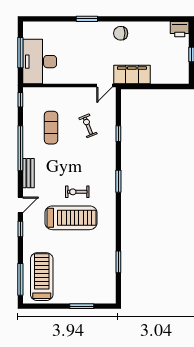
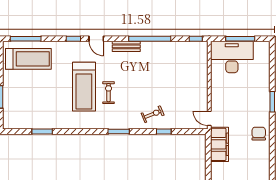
exercise bike: (88, 126) -> (153, 114), moved
exercise mat: (51, 128) -> (169, 68), removed

